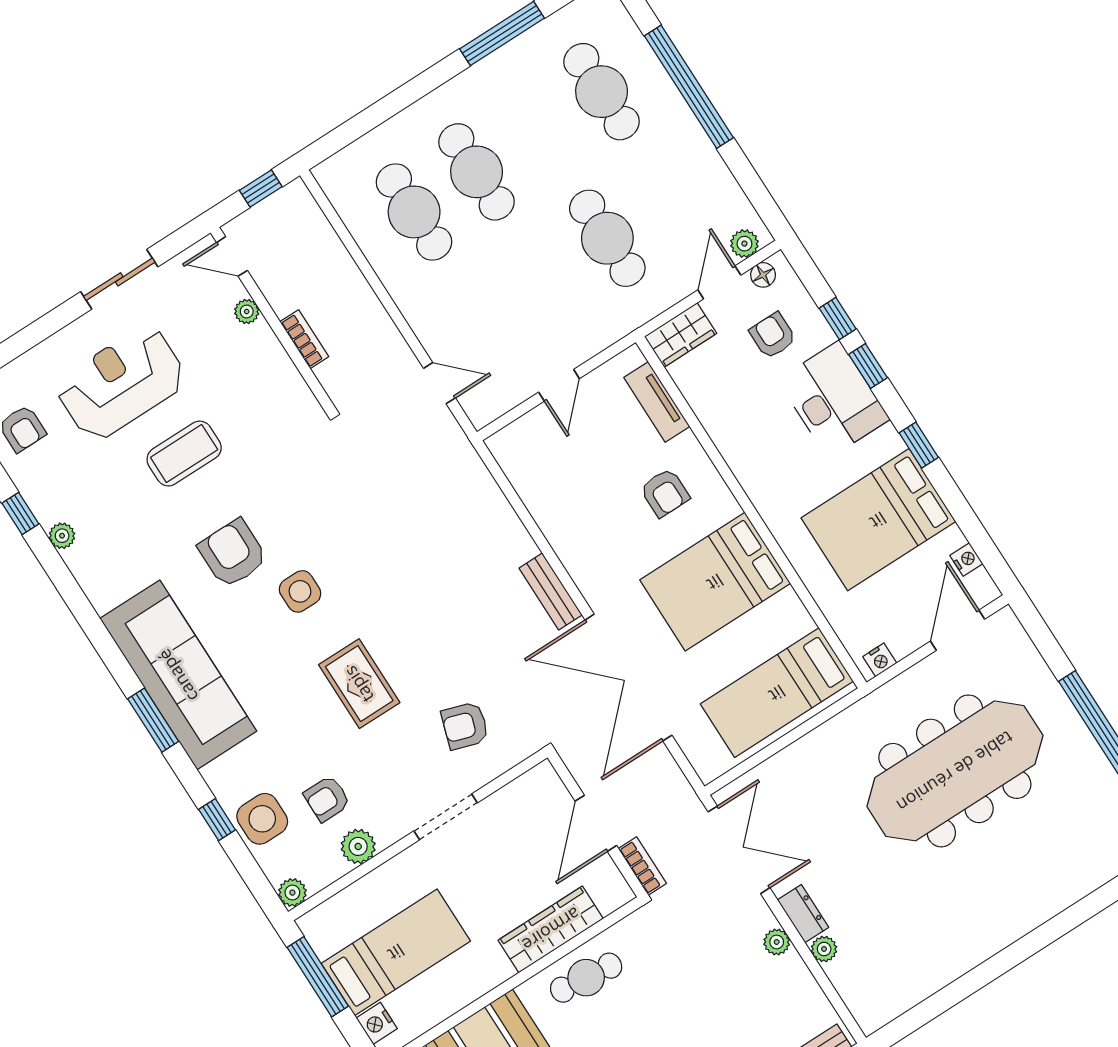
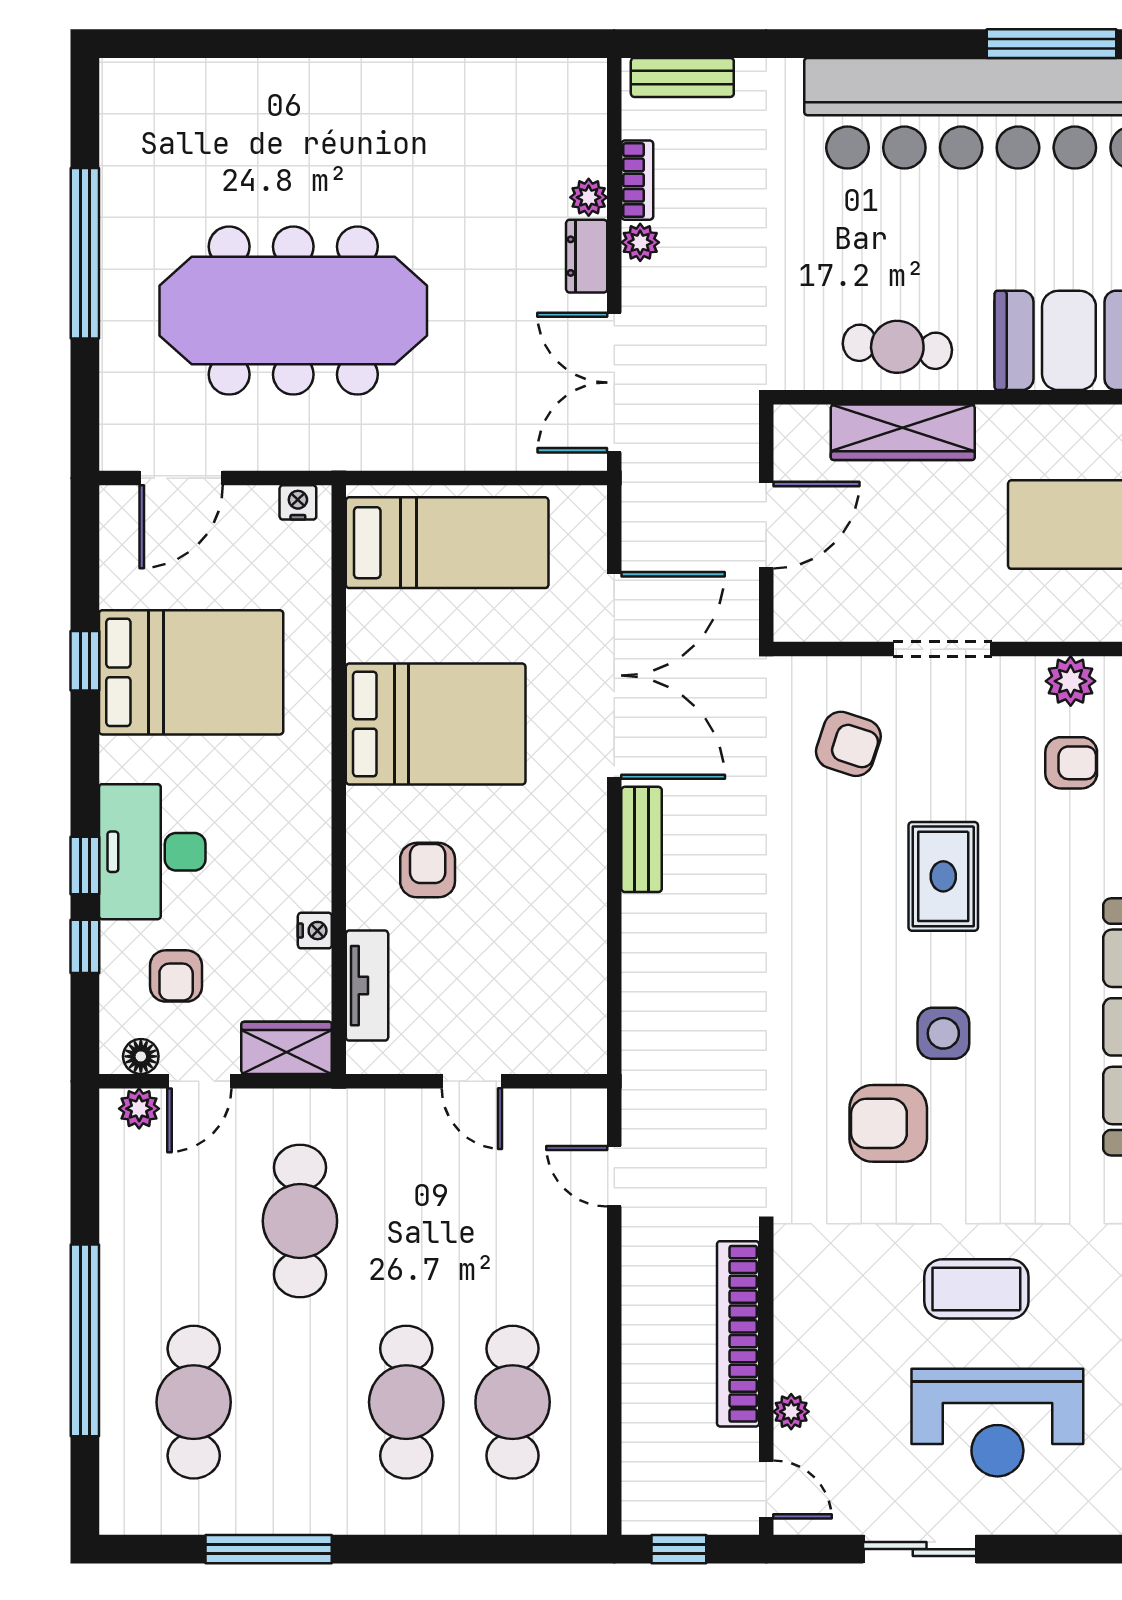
bookcase: (304, 339) -> (738, 1334), width x2.31, depth x1.31
door: (559, 385) -> (472, 1081), swing flipped
window: (919, 445) -> (85, 661), moved
armchair: (233, 553) -> (888, 1123), moved, turned 90
nightstand: (966, 559) -> (315, 931), moved, turned 180
bookcase: (642, 866) -> (637, 180), moved, turned 180

